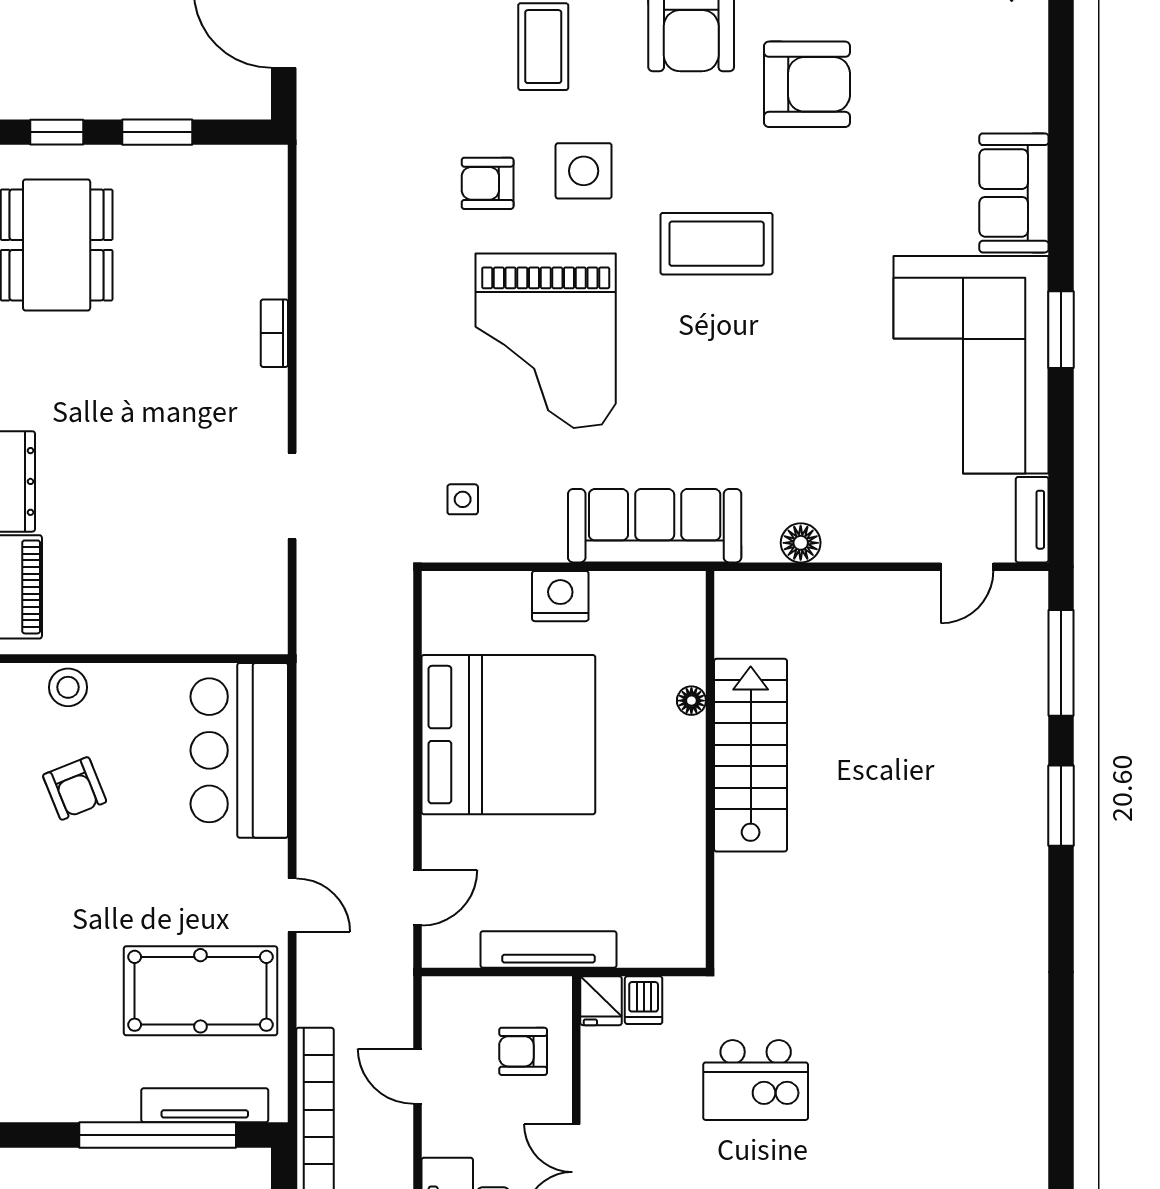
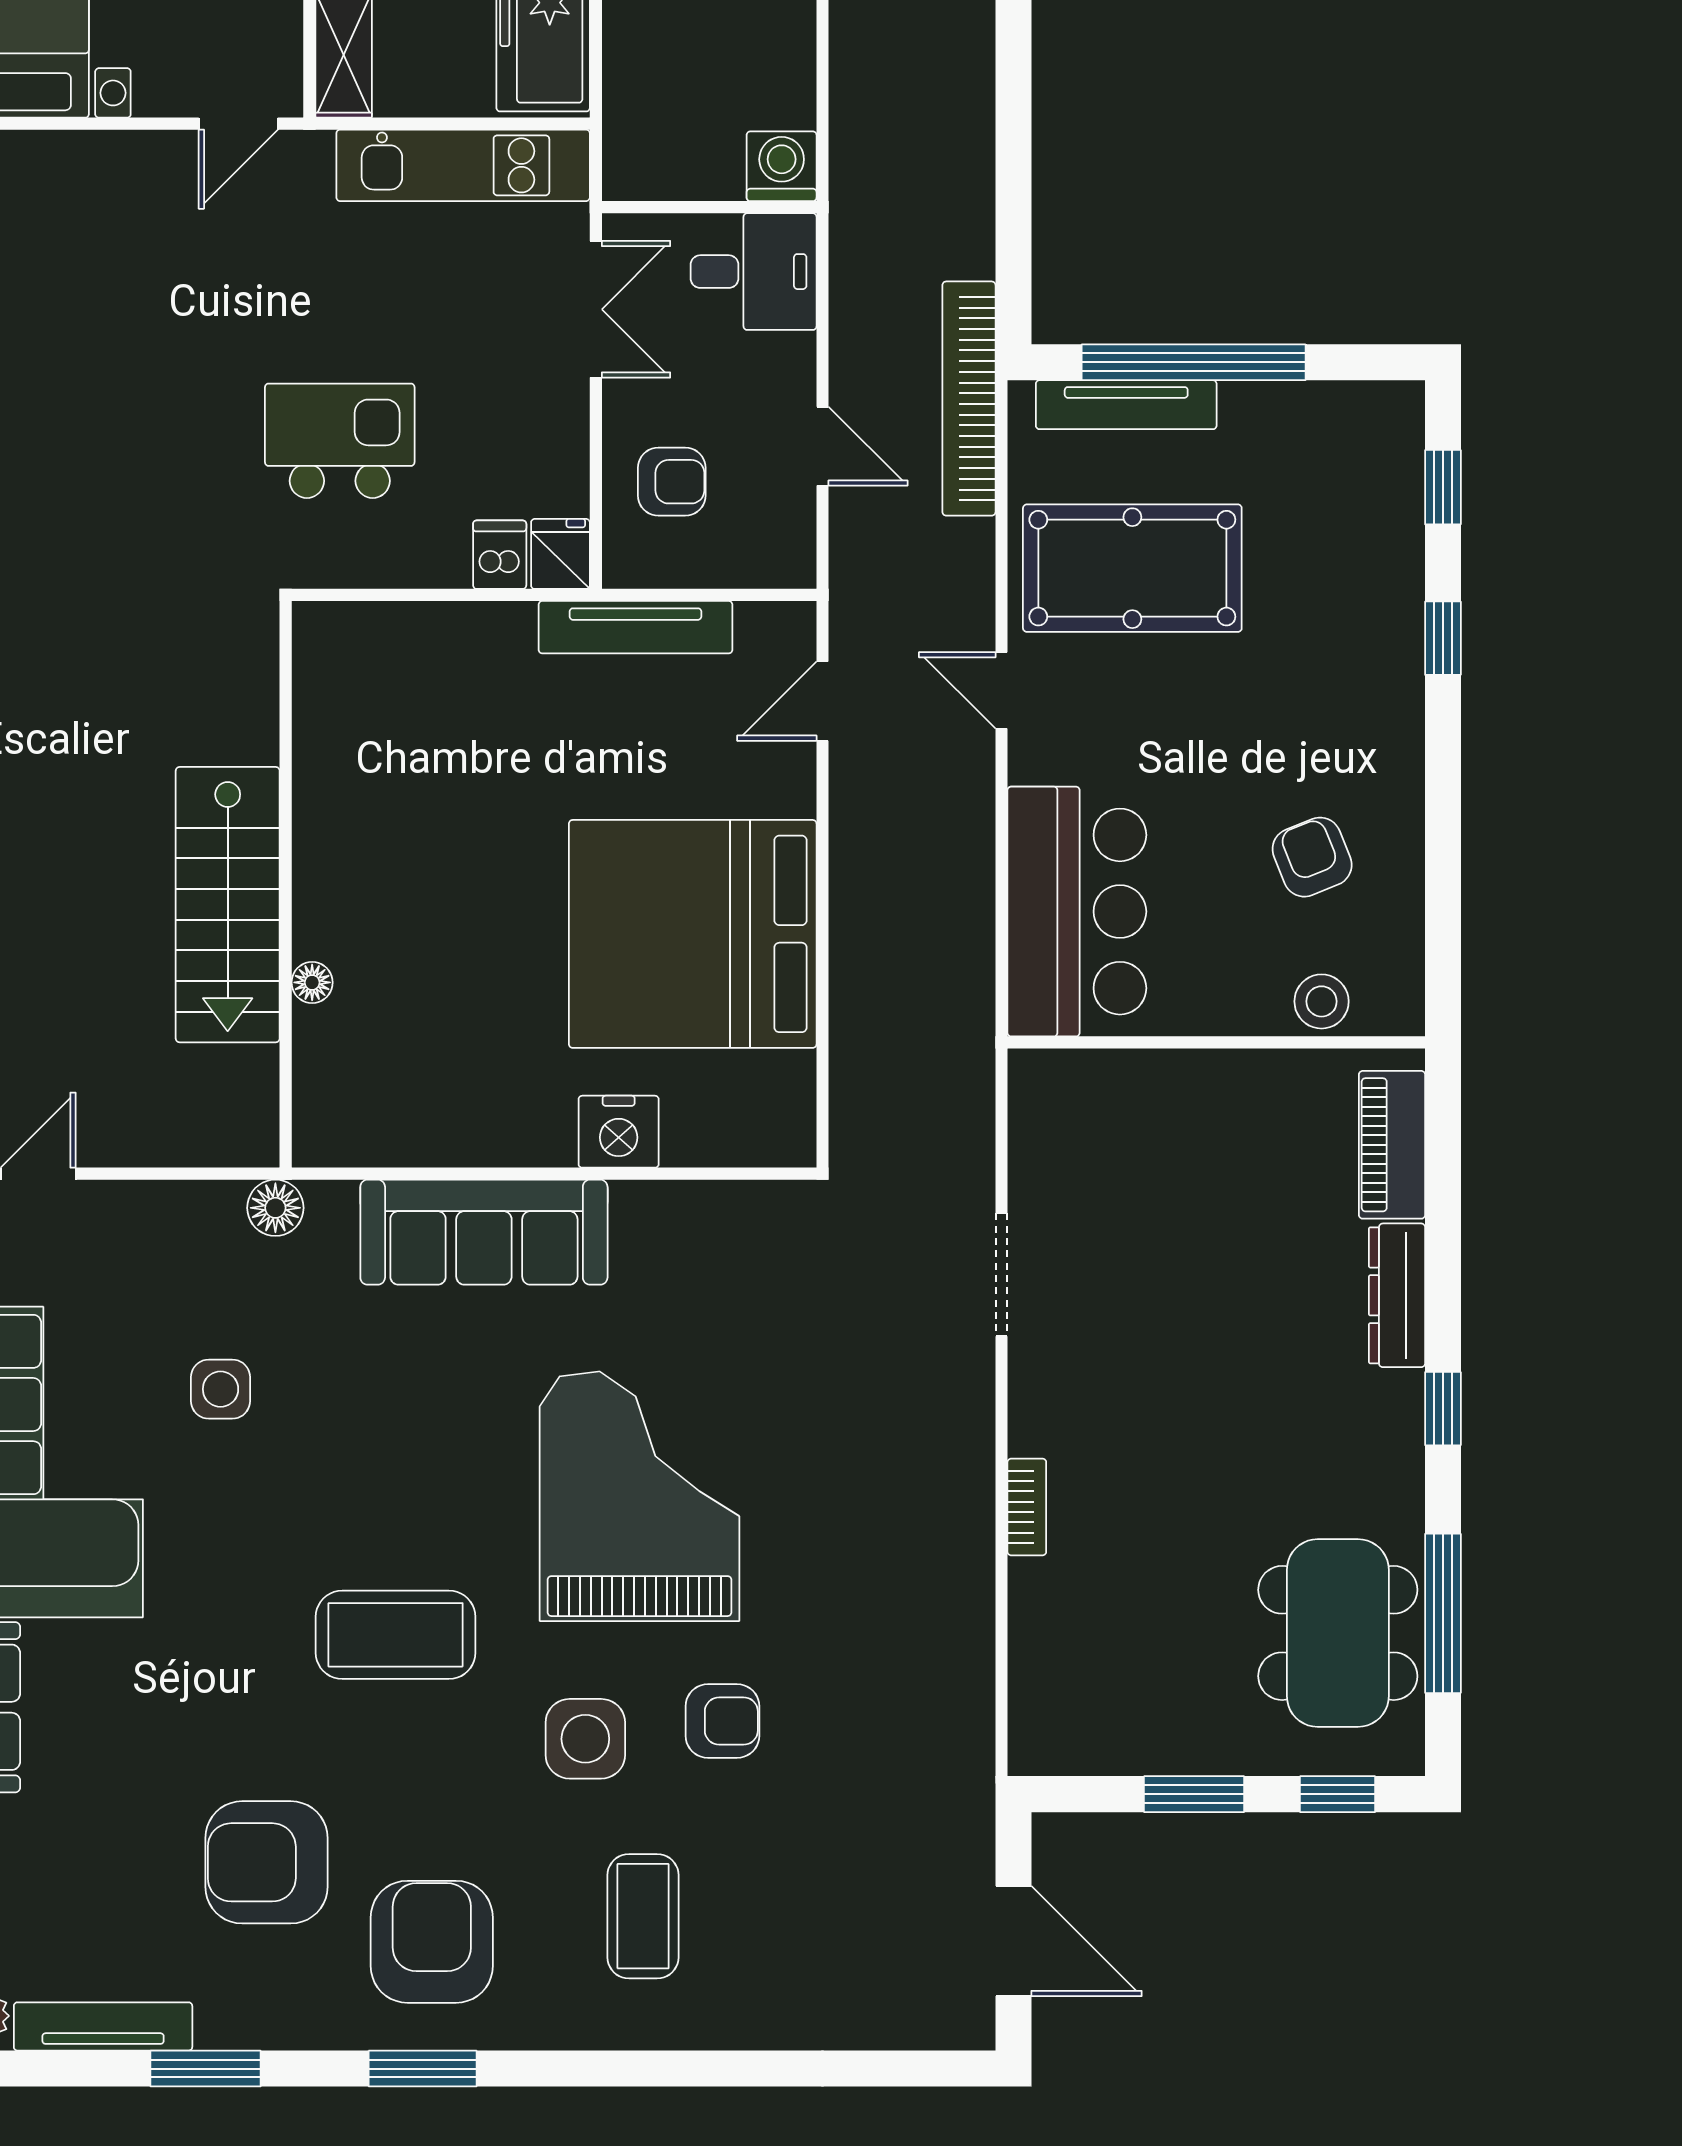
side table: (463, 499) -> (221, 1389), moved, width x1.37, depth x1.37
floor lamp: (691, 701) -> (312, 982), moved
stairs: (751, 755) -> (228, 905), moved
wall: (710, 769) -> (286, 884), moved

